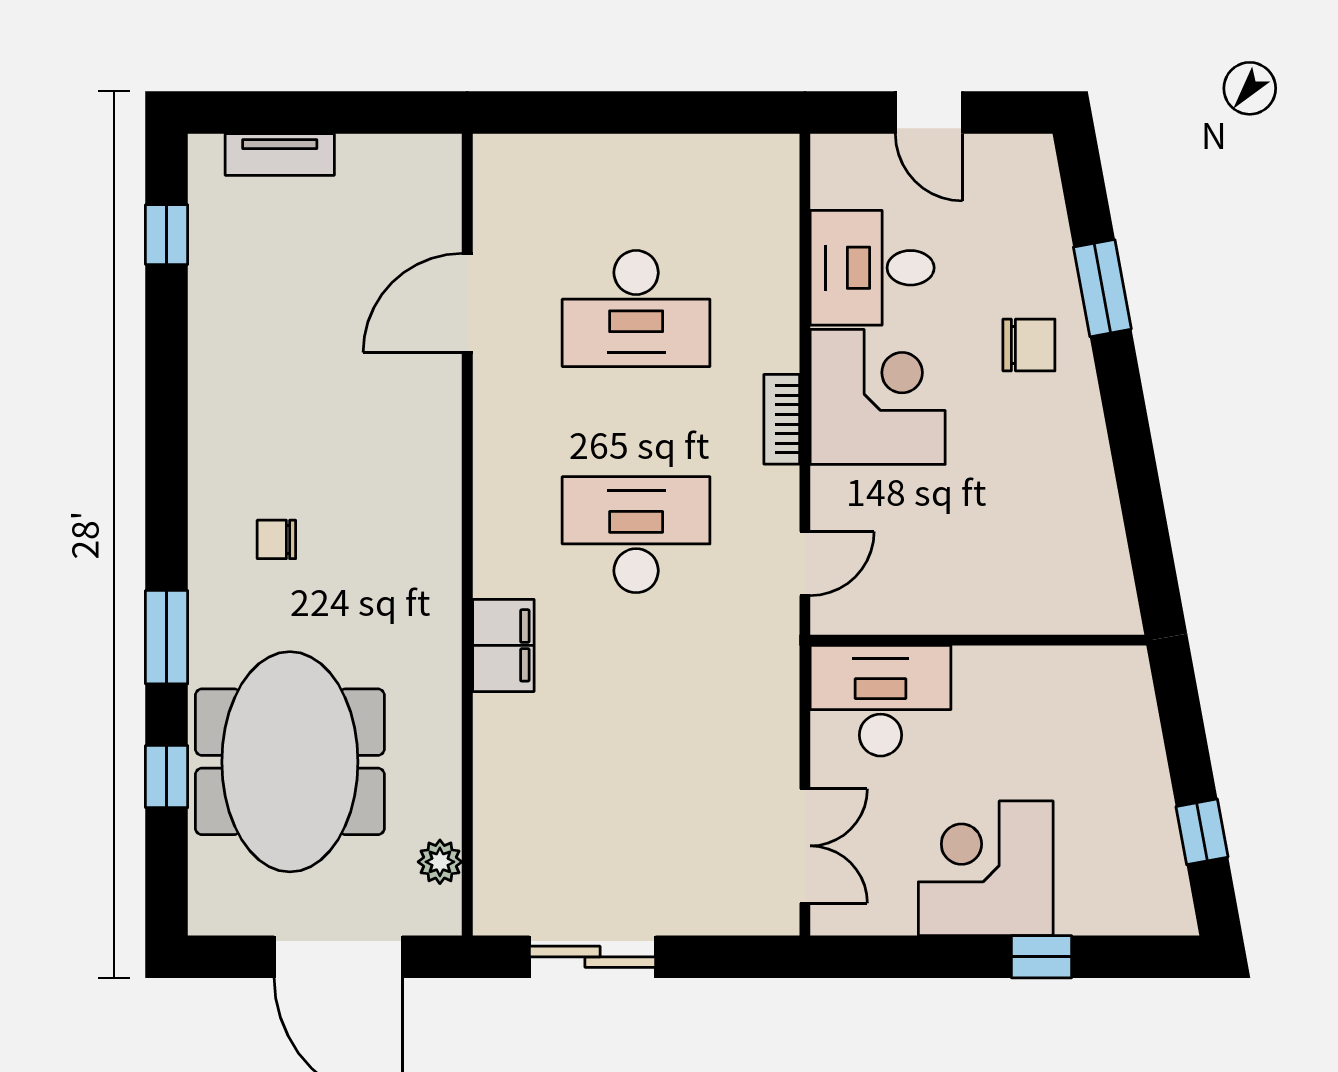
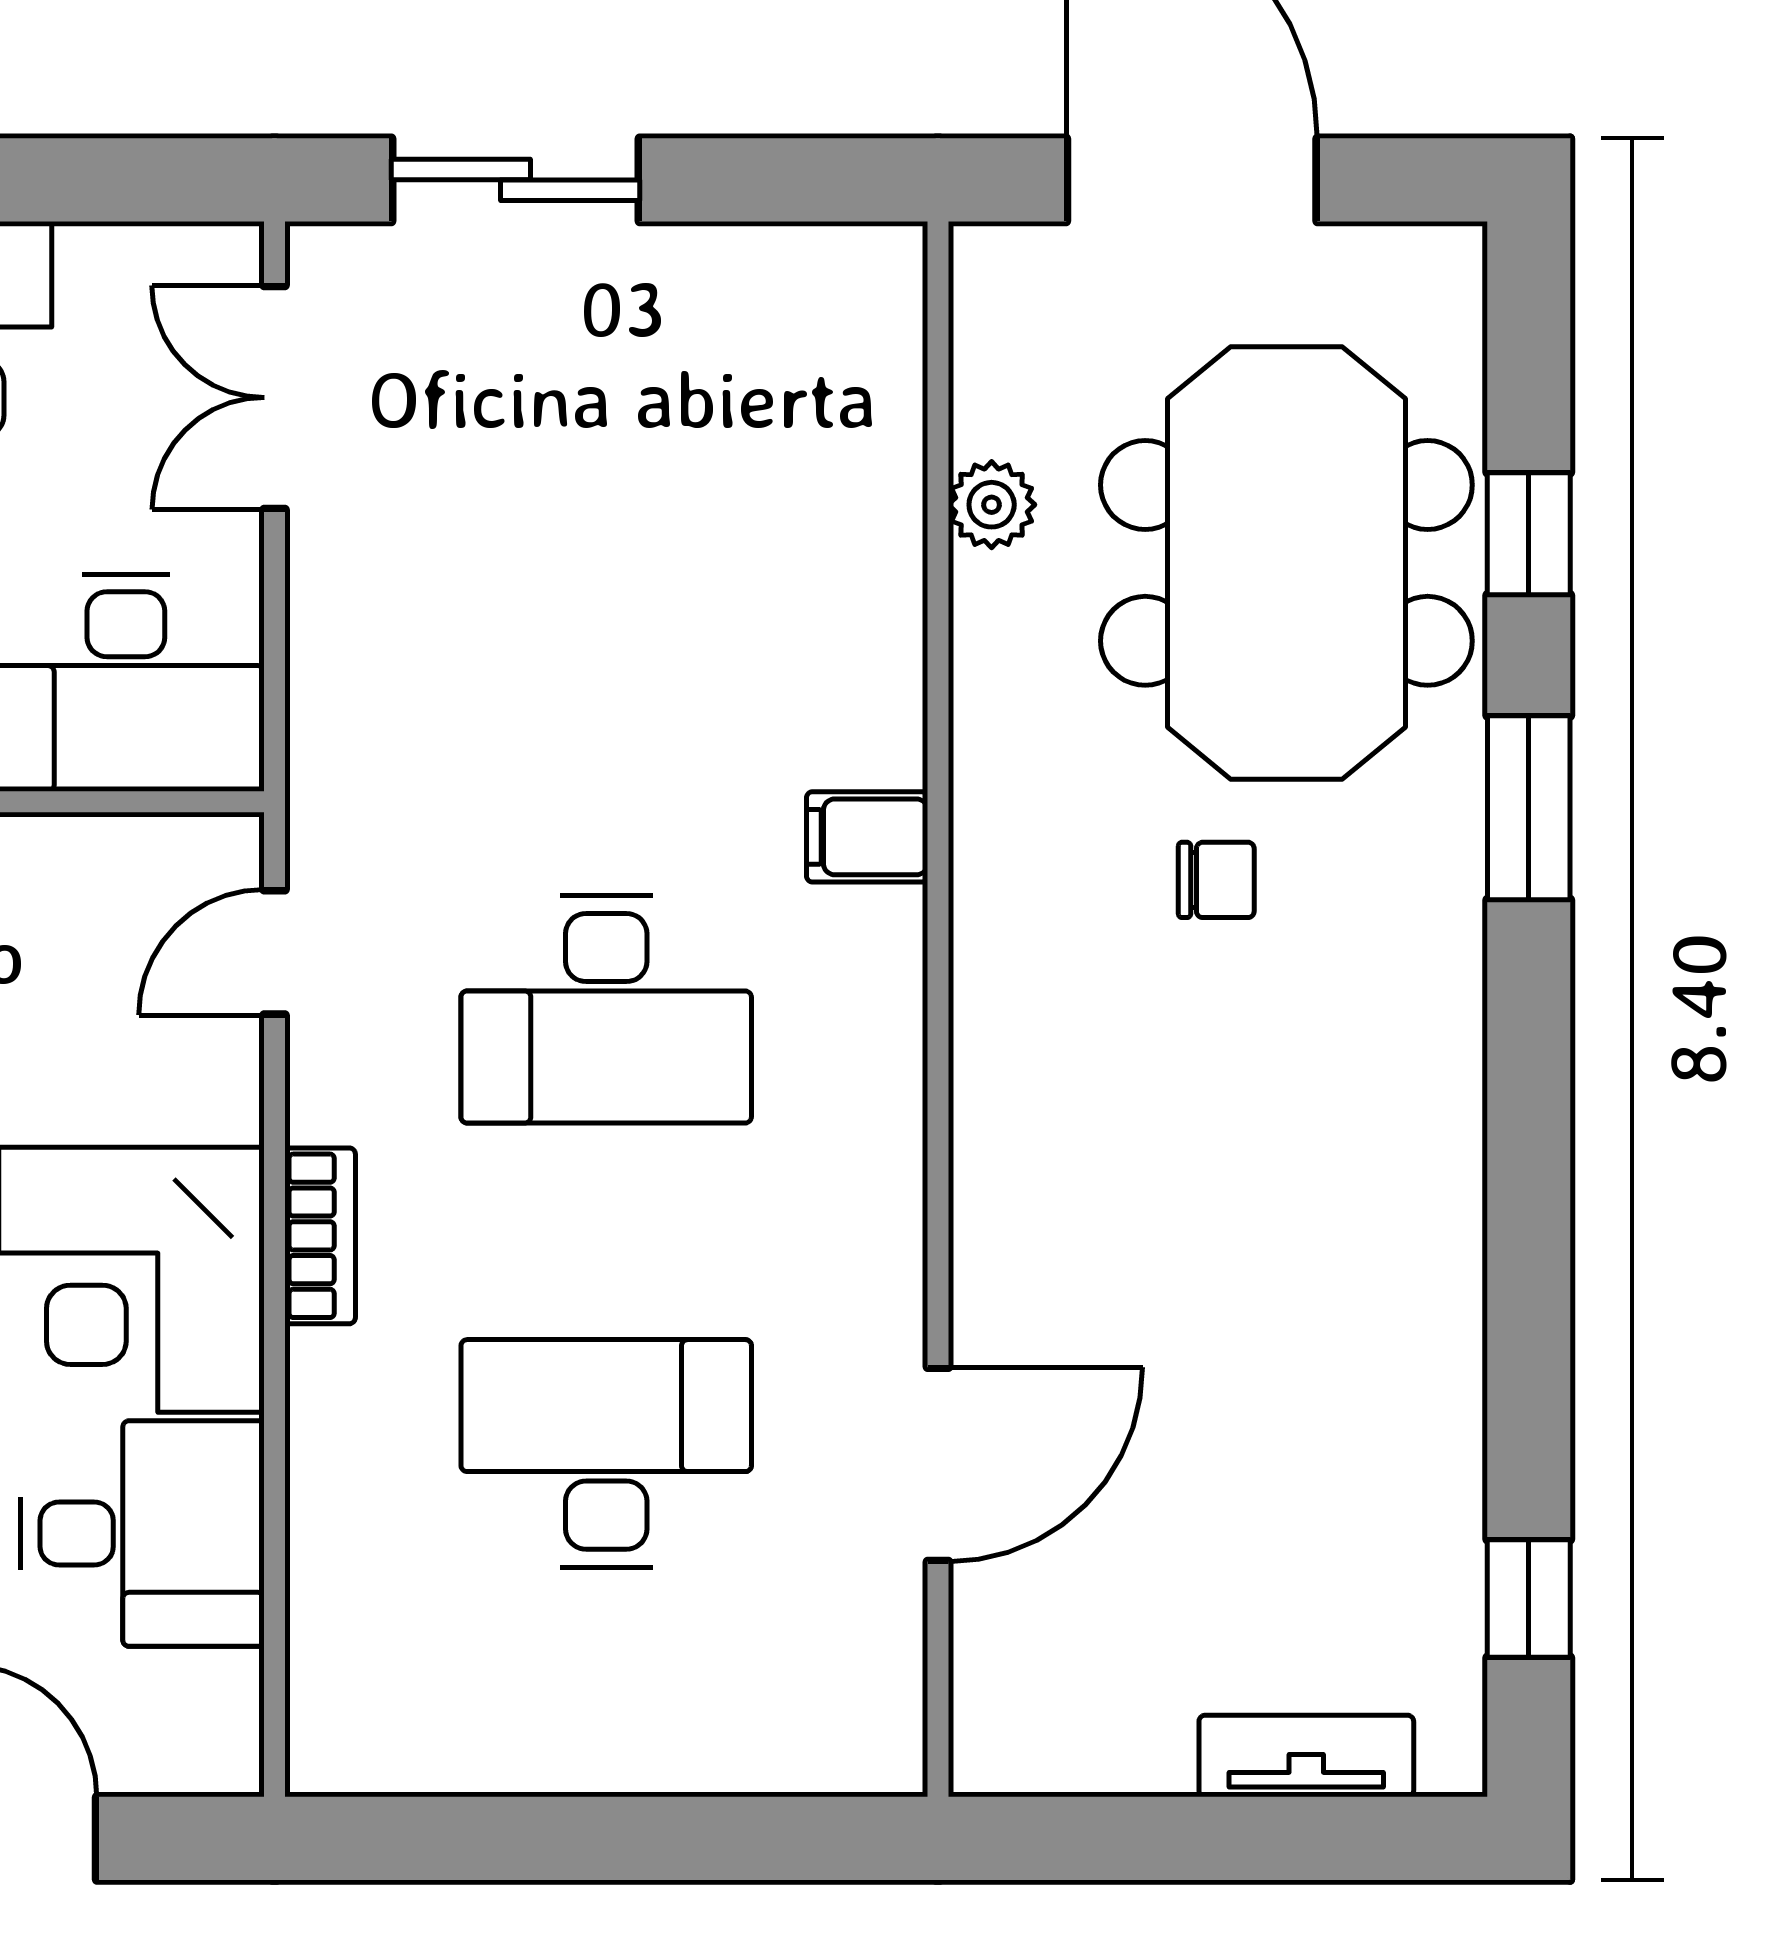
chair: (276, 539) -> (1216, 880), moved
filing cabinet: (503, 645) -> (867, 837), width x0.50
plant: (440, 862) -> (992, 505), moved
sliding door: (592, 957) -> (516, 180), moved

